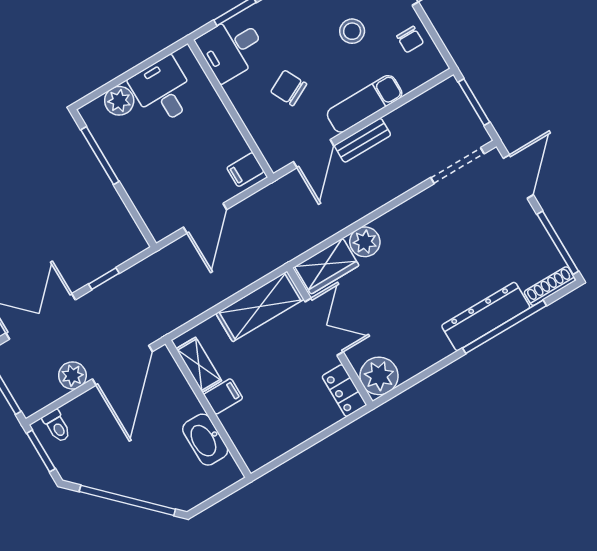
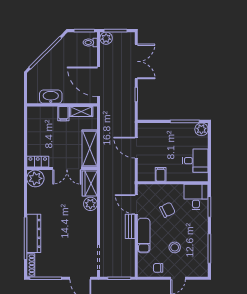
plant: (119, 101) -> (201, 129), moved
filing cabinet: (245, 170) -> (161, 174), moved
plant: (72, 375) -> (106, 38), moved

